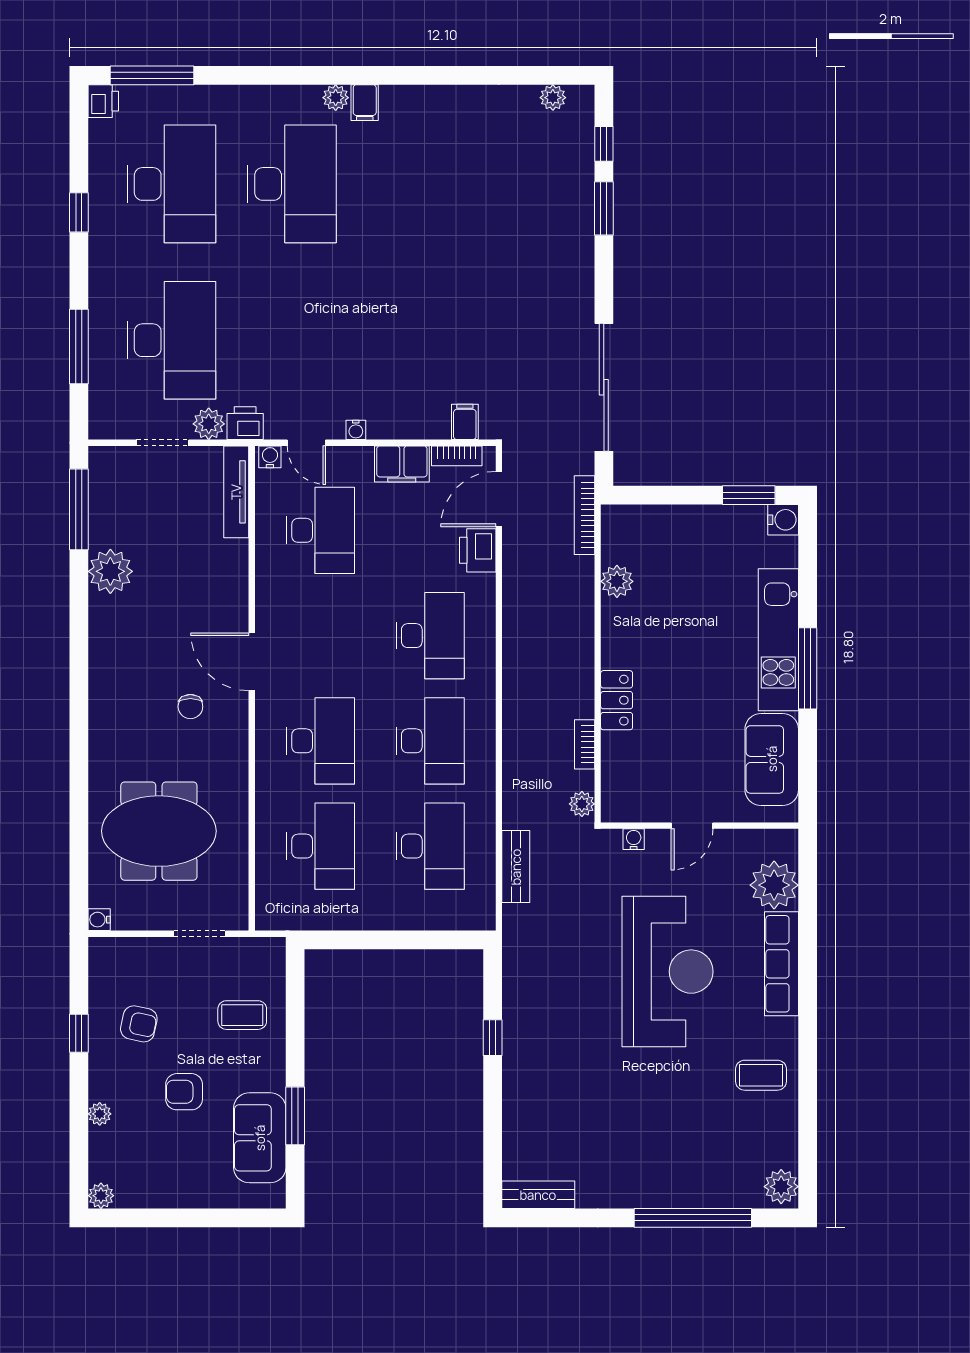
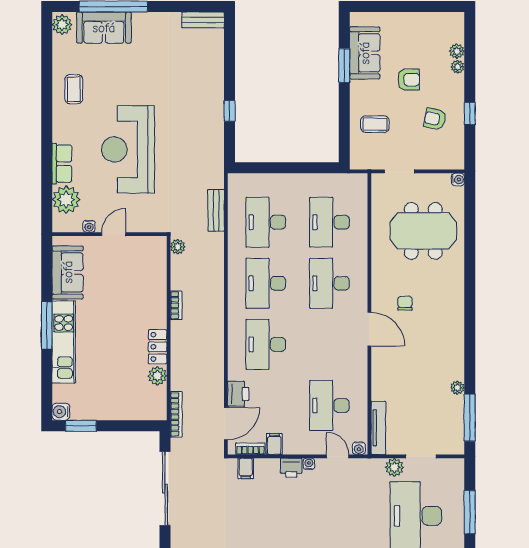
printer: (245, 423) -> (291, 468), moved
filing cabinet: (402, 464) -> (274, 444), width x0.50
plant: (110, 571) -> (457, 388), width x0.53, depth x0.53
locker: (617, 700) -> (158, 347), moved
bookcase: (585, 744) -> (176, 305), moved
water cooler: (634, 839) -> (89, 226), moved
row of seats: (782, 964) -> (62, 164), width x0.68
coffee table: (761, 1075) -> (74, 89), turned 90
sofa: (709, 1181) -> (104, 28), added
plant: (101, 1196) -> (457, 51), moved

